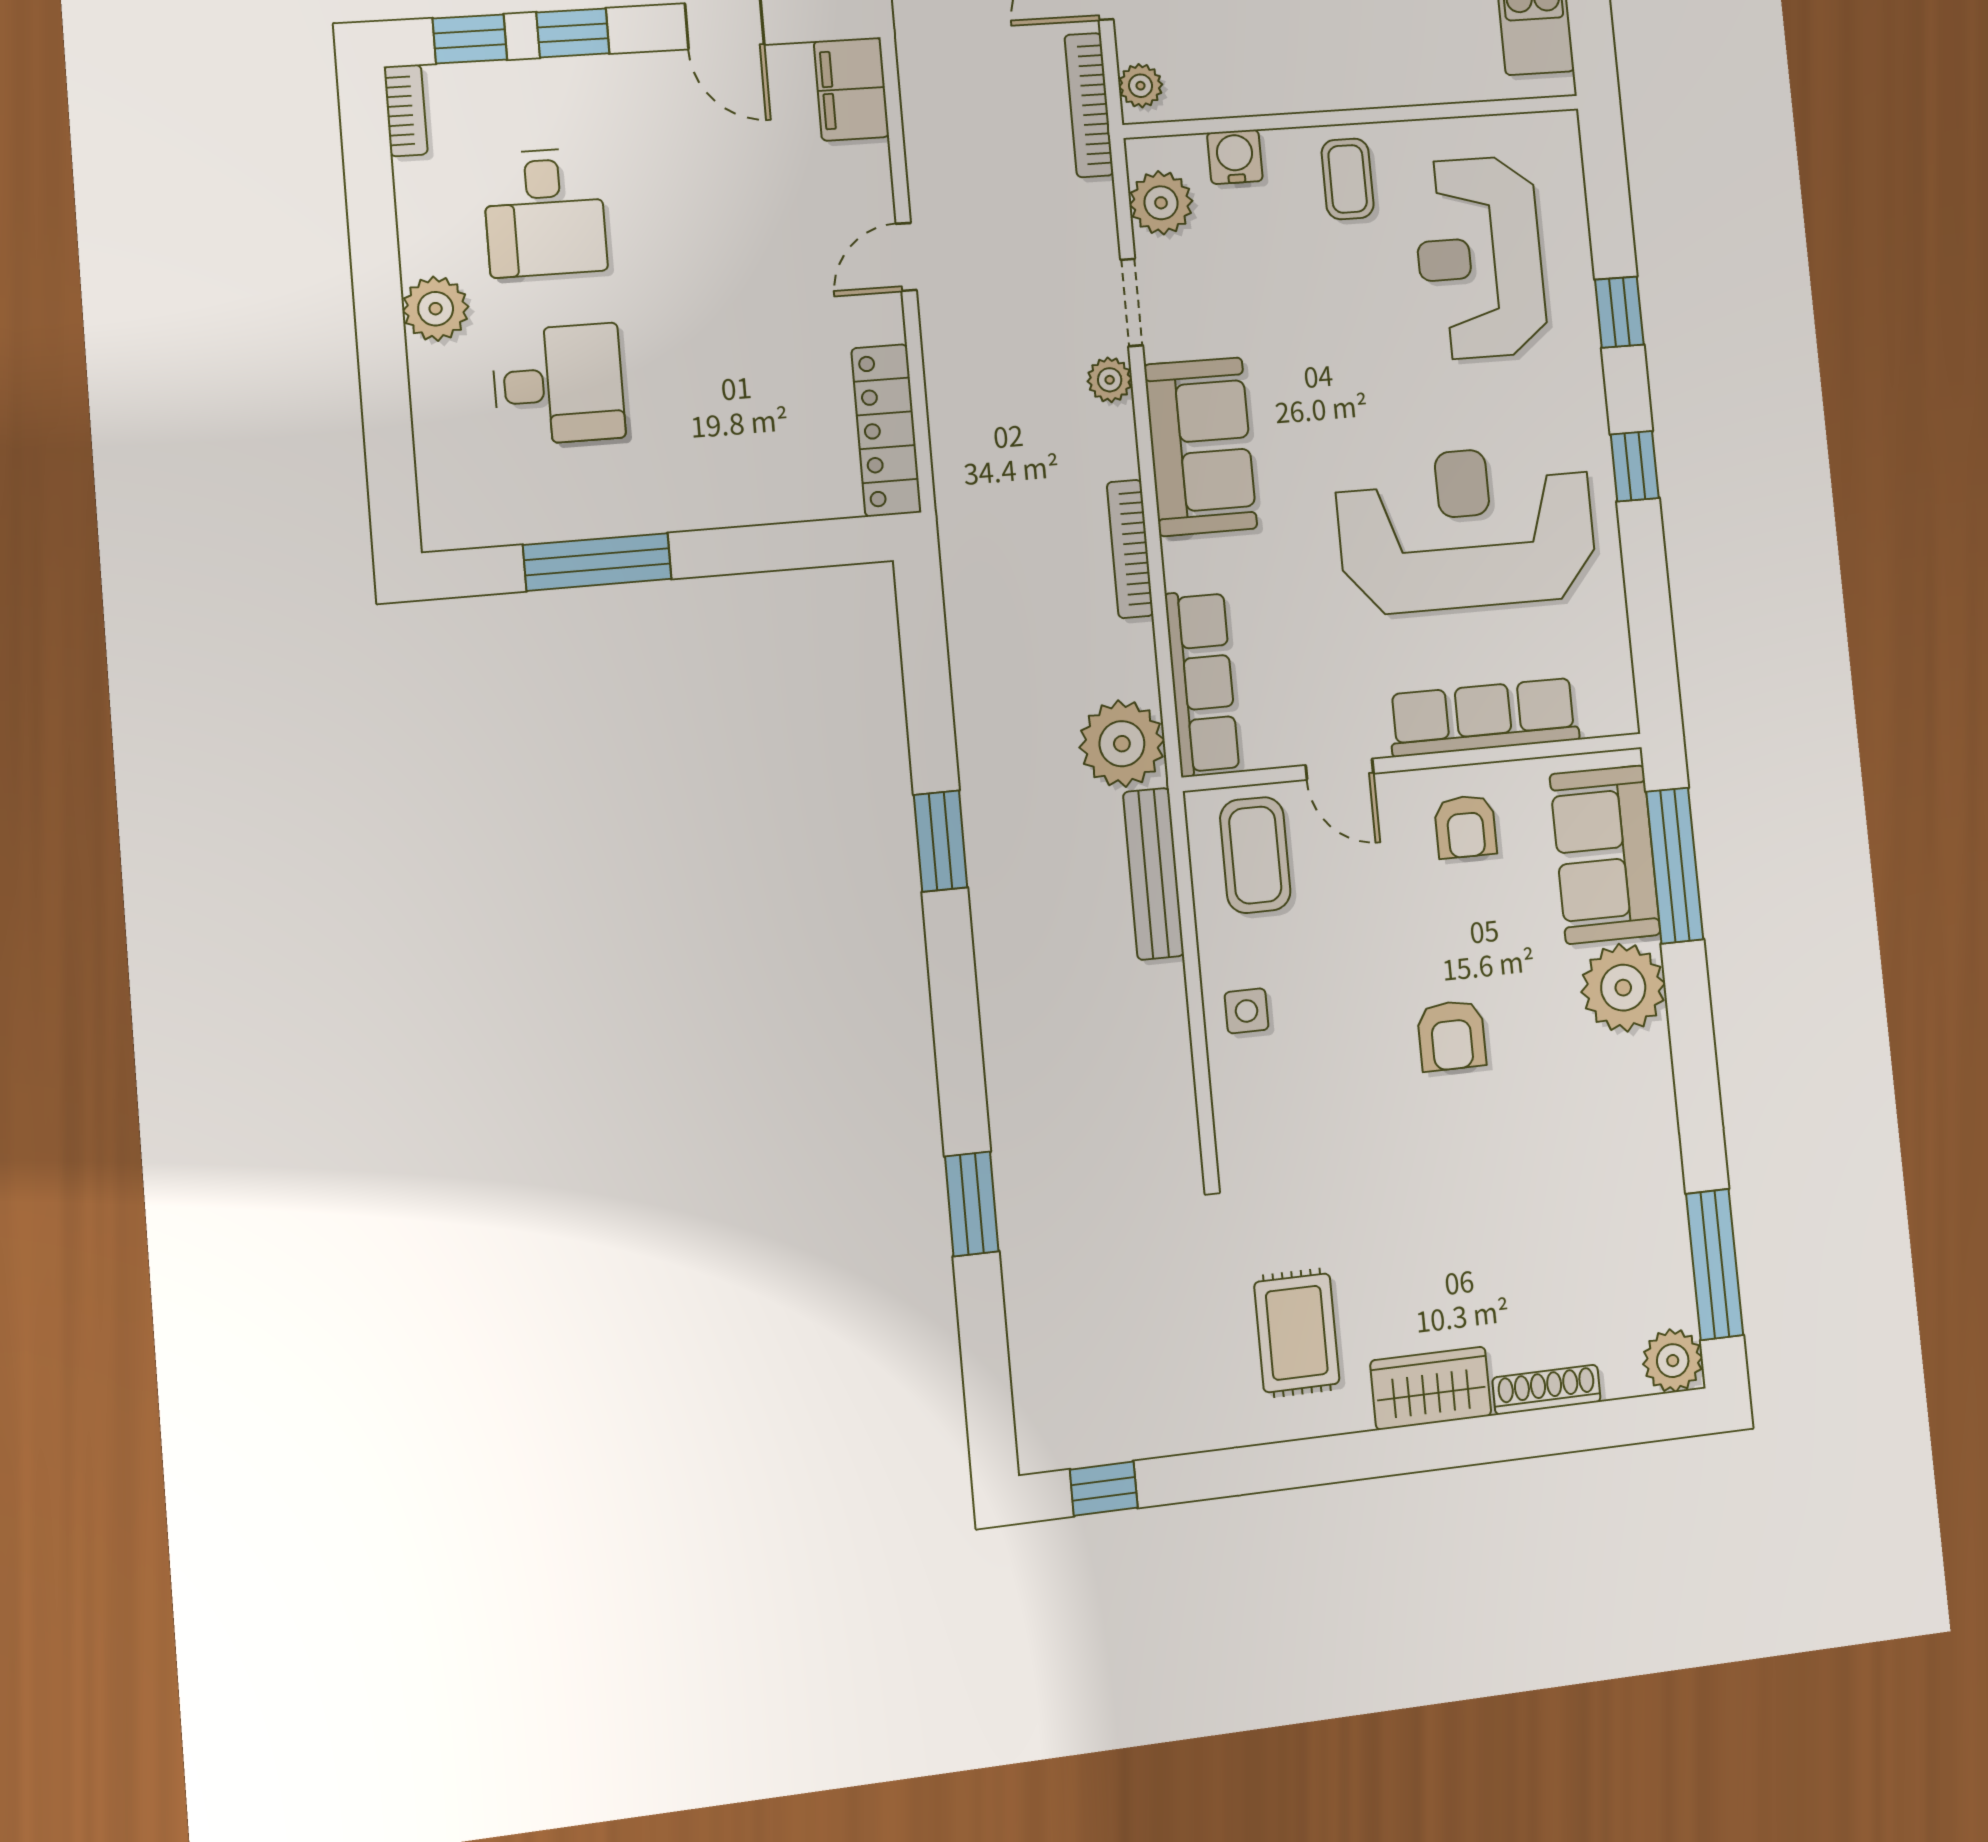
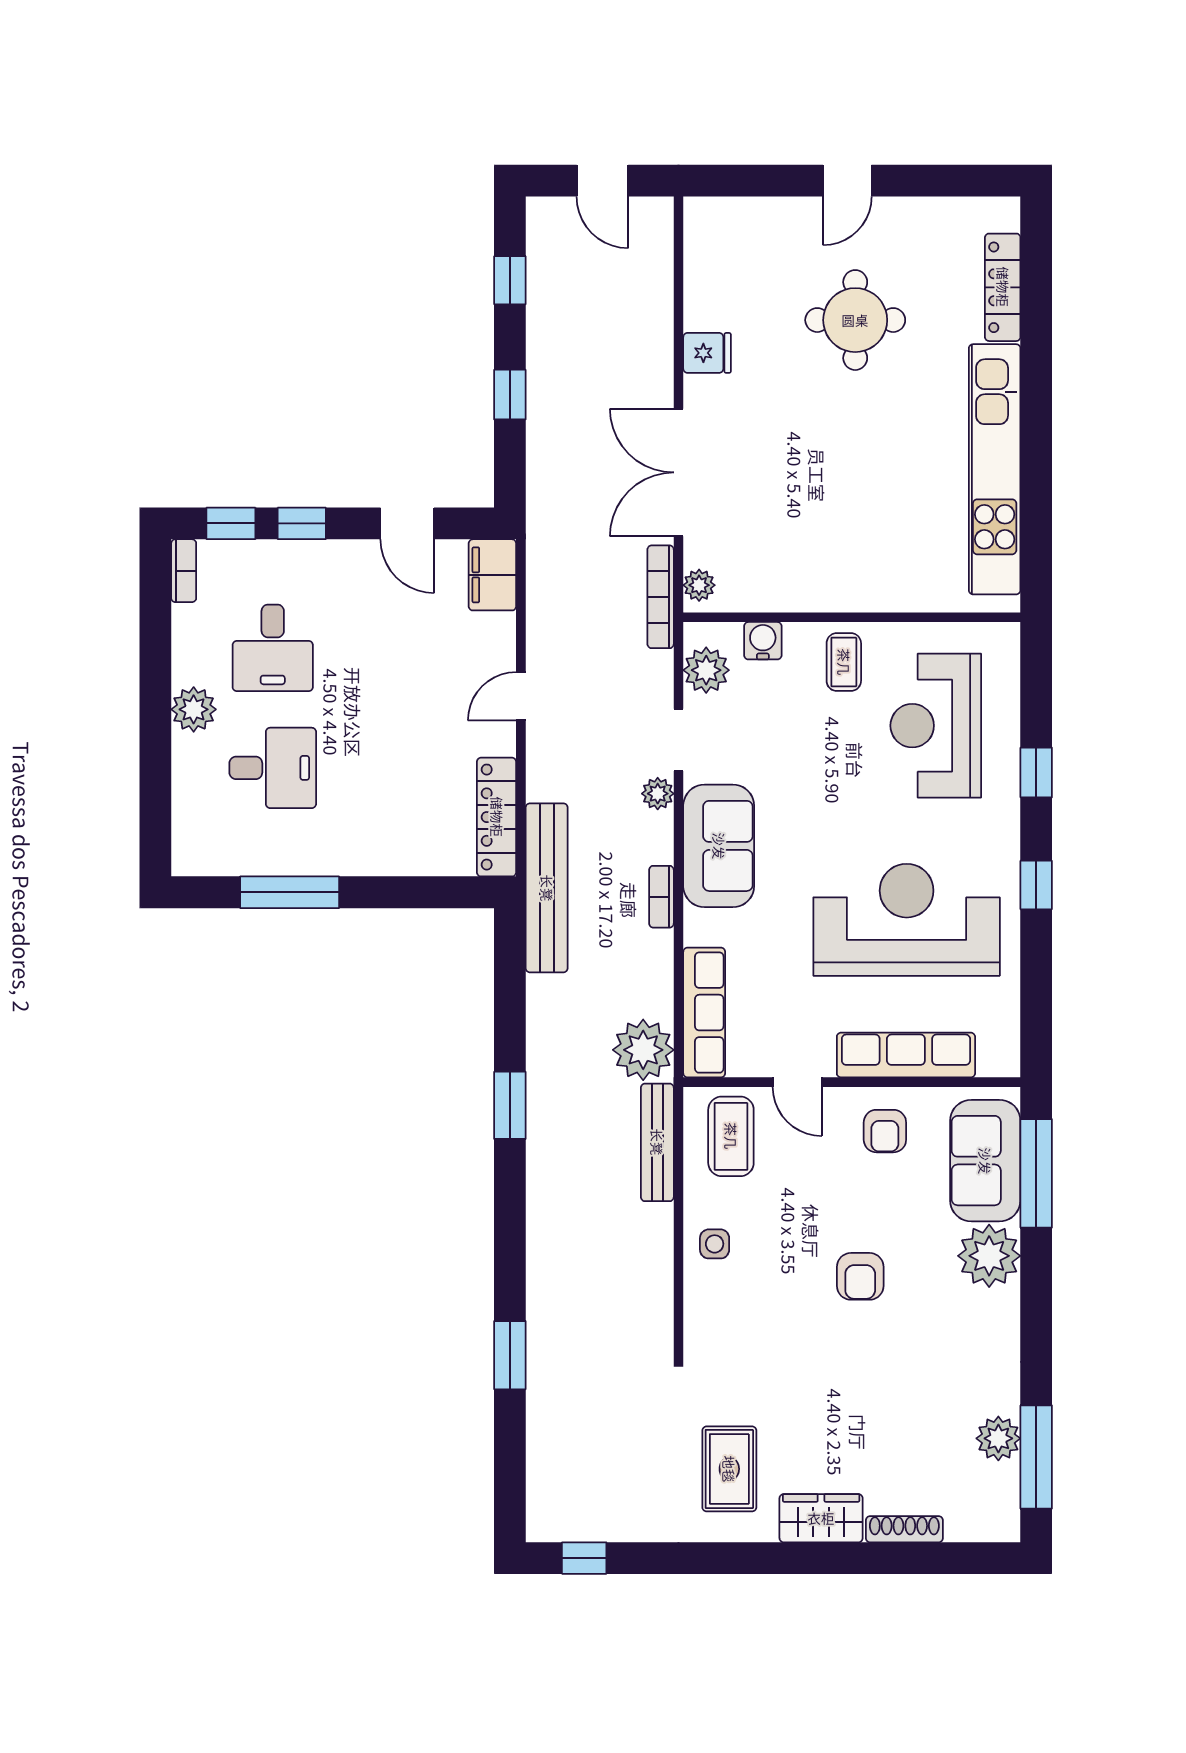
bench: (966, 525) -> (547, 888), added
bookcase: (1130, 549) -> (661, 897), width x0.64
plant: (1673, 1361) -> (998, 1438), moved

